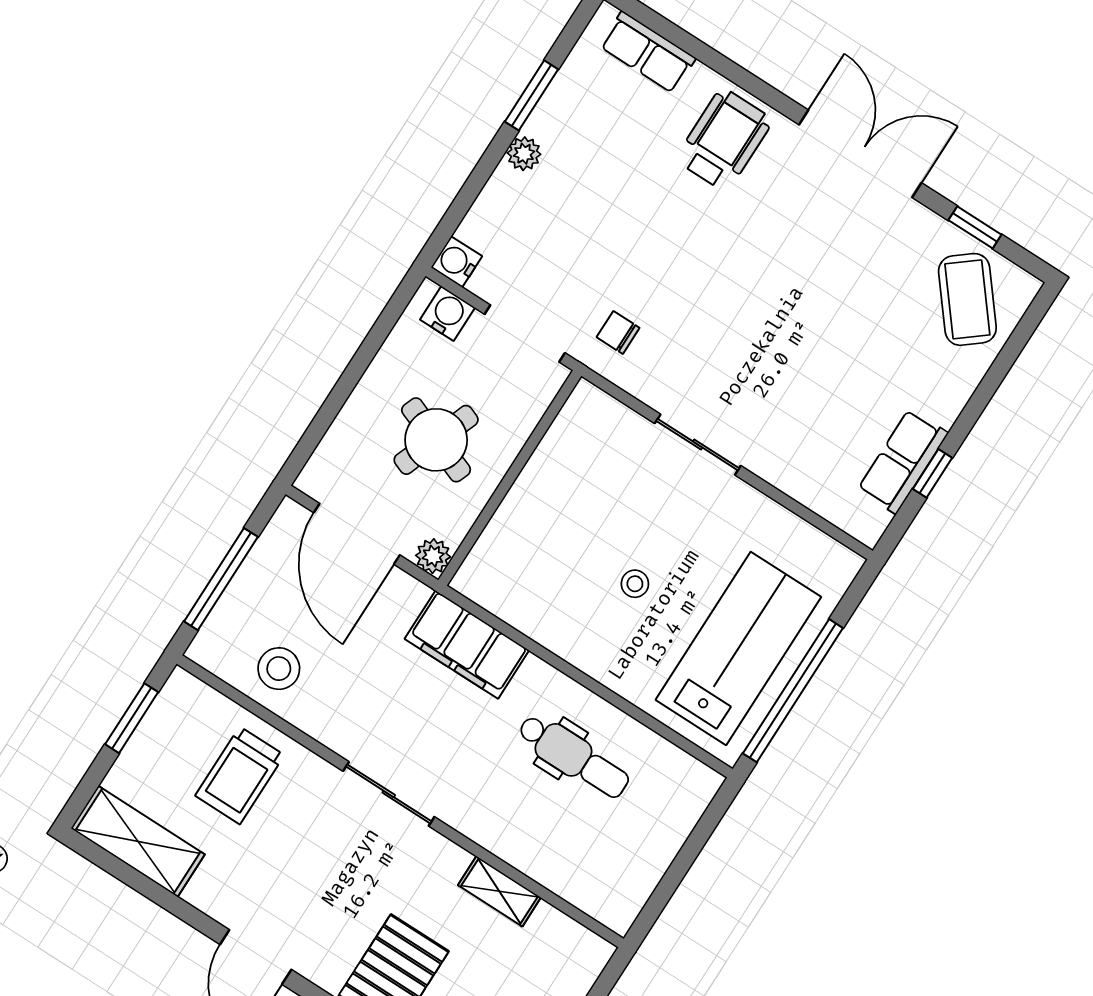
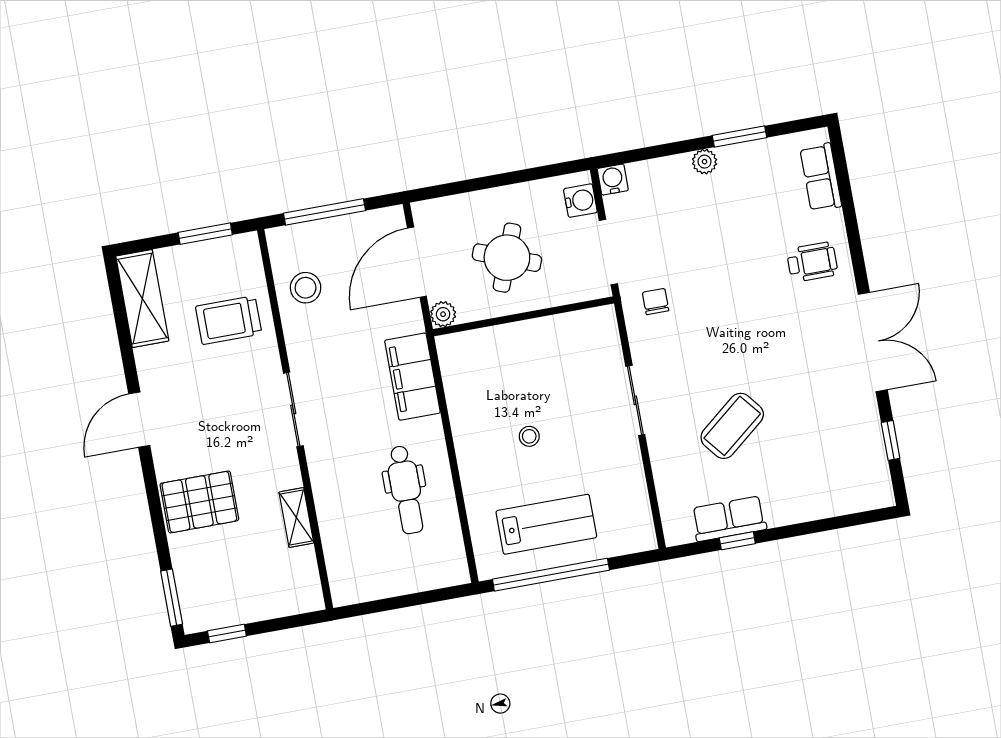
wheelchair: (724, 140) -> (812, 262), width x0.73, depth x0.73
coffee table: (967, 299) -> (732, 426), moved
lab bench: (738, 648) -> (546, 524), width x0.73, depth x0.72

